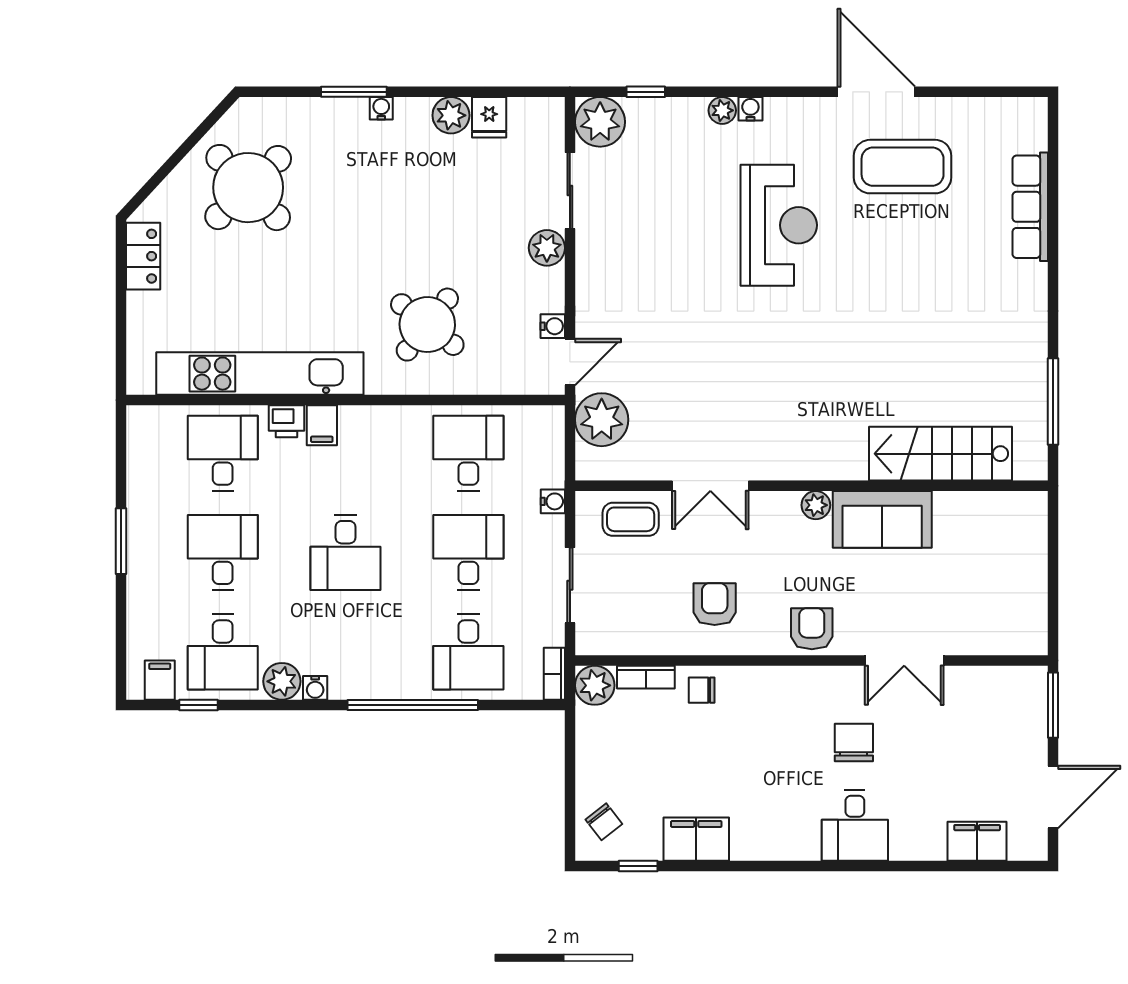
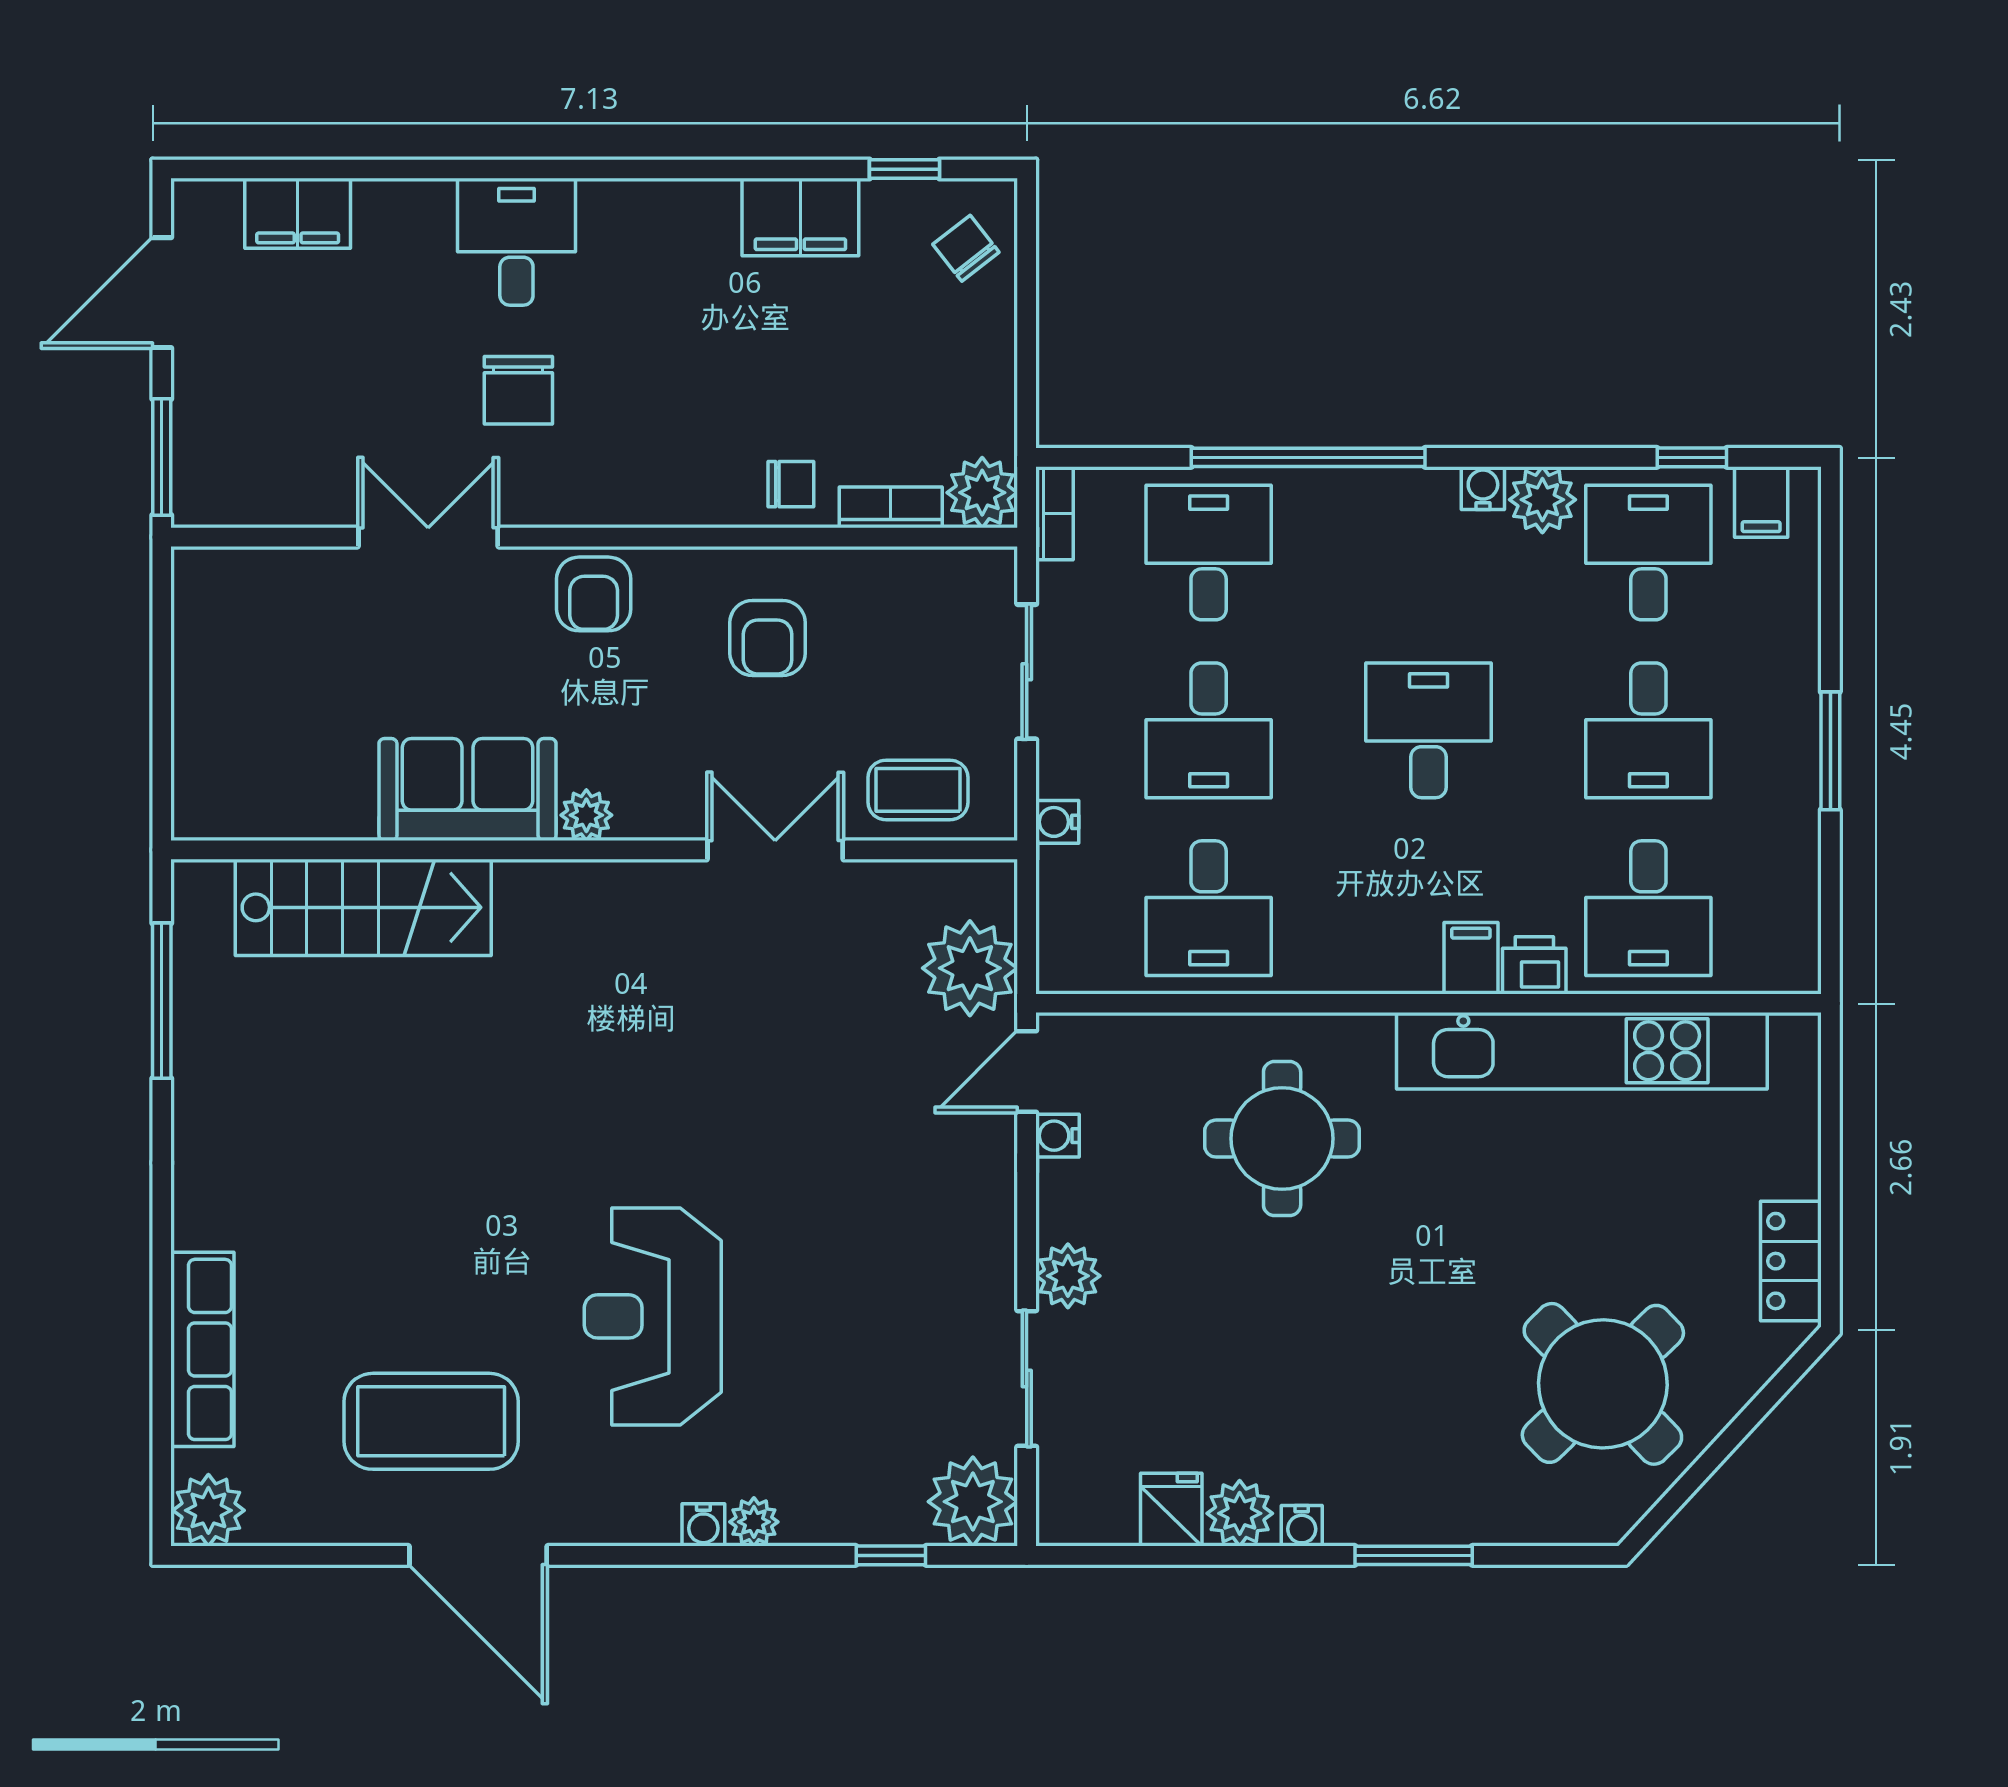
water cooler: (381, 108) -> (1302, 1526), moved
plant: (1027, 117) -> (208, 1510), added
round table: (427, 325) -> (1282, 1139), turned -38

